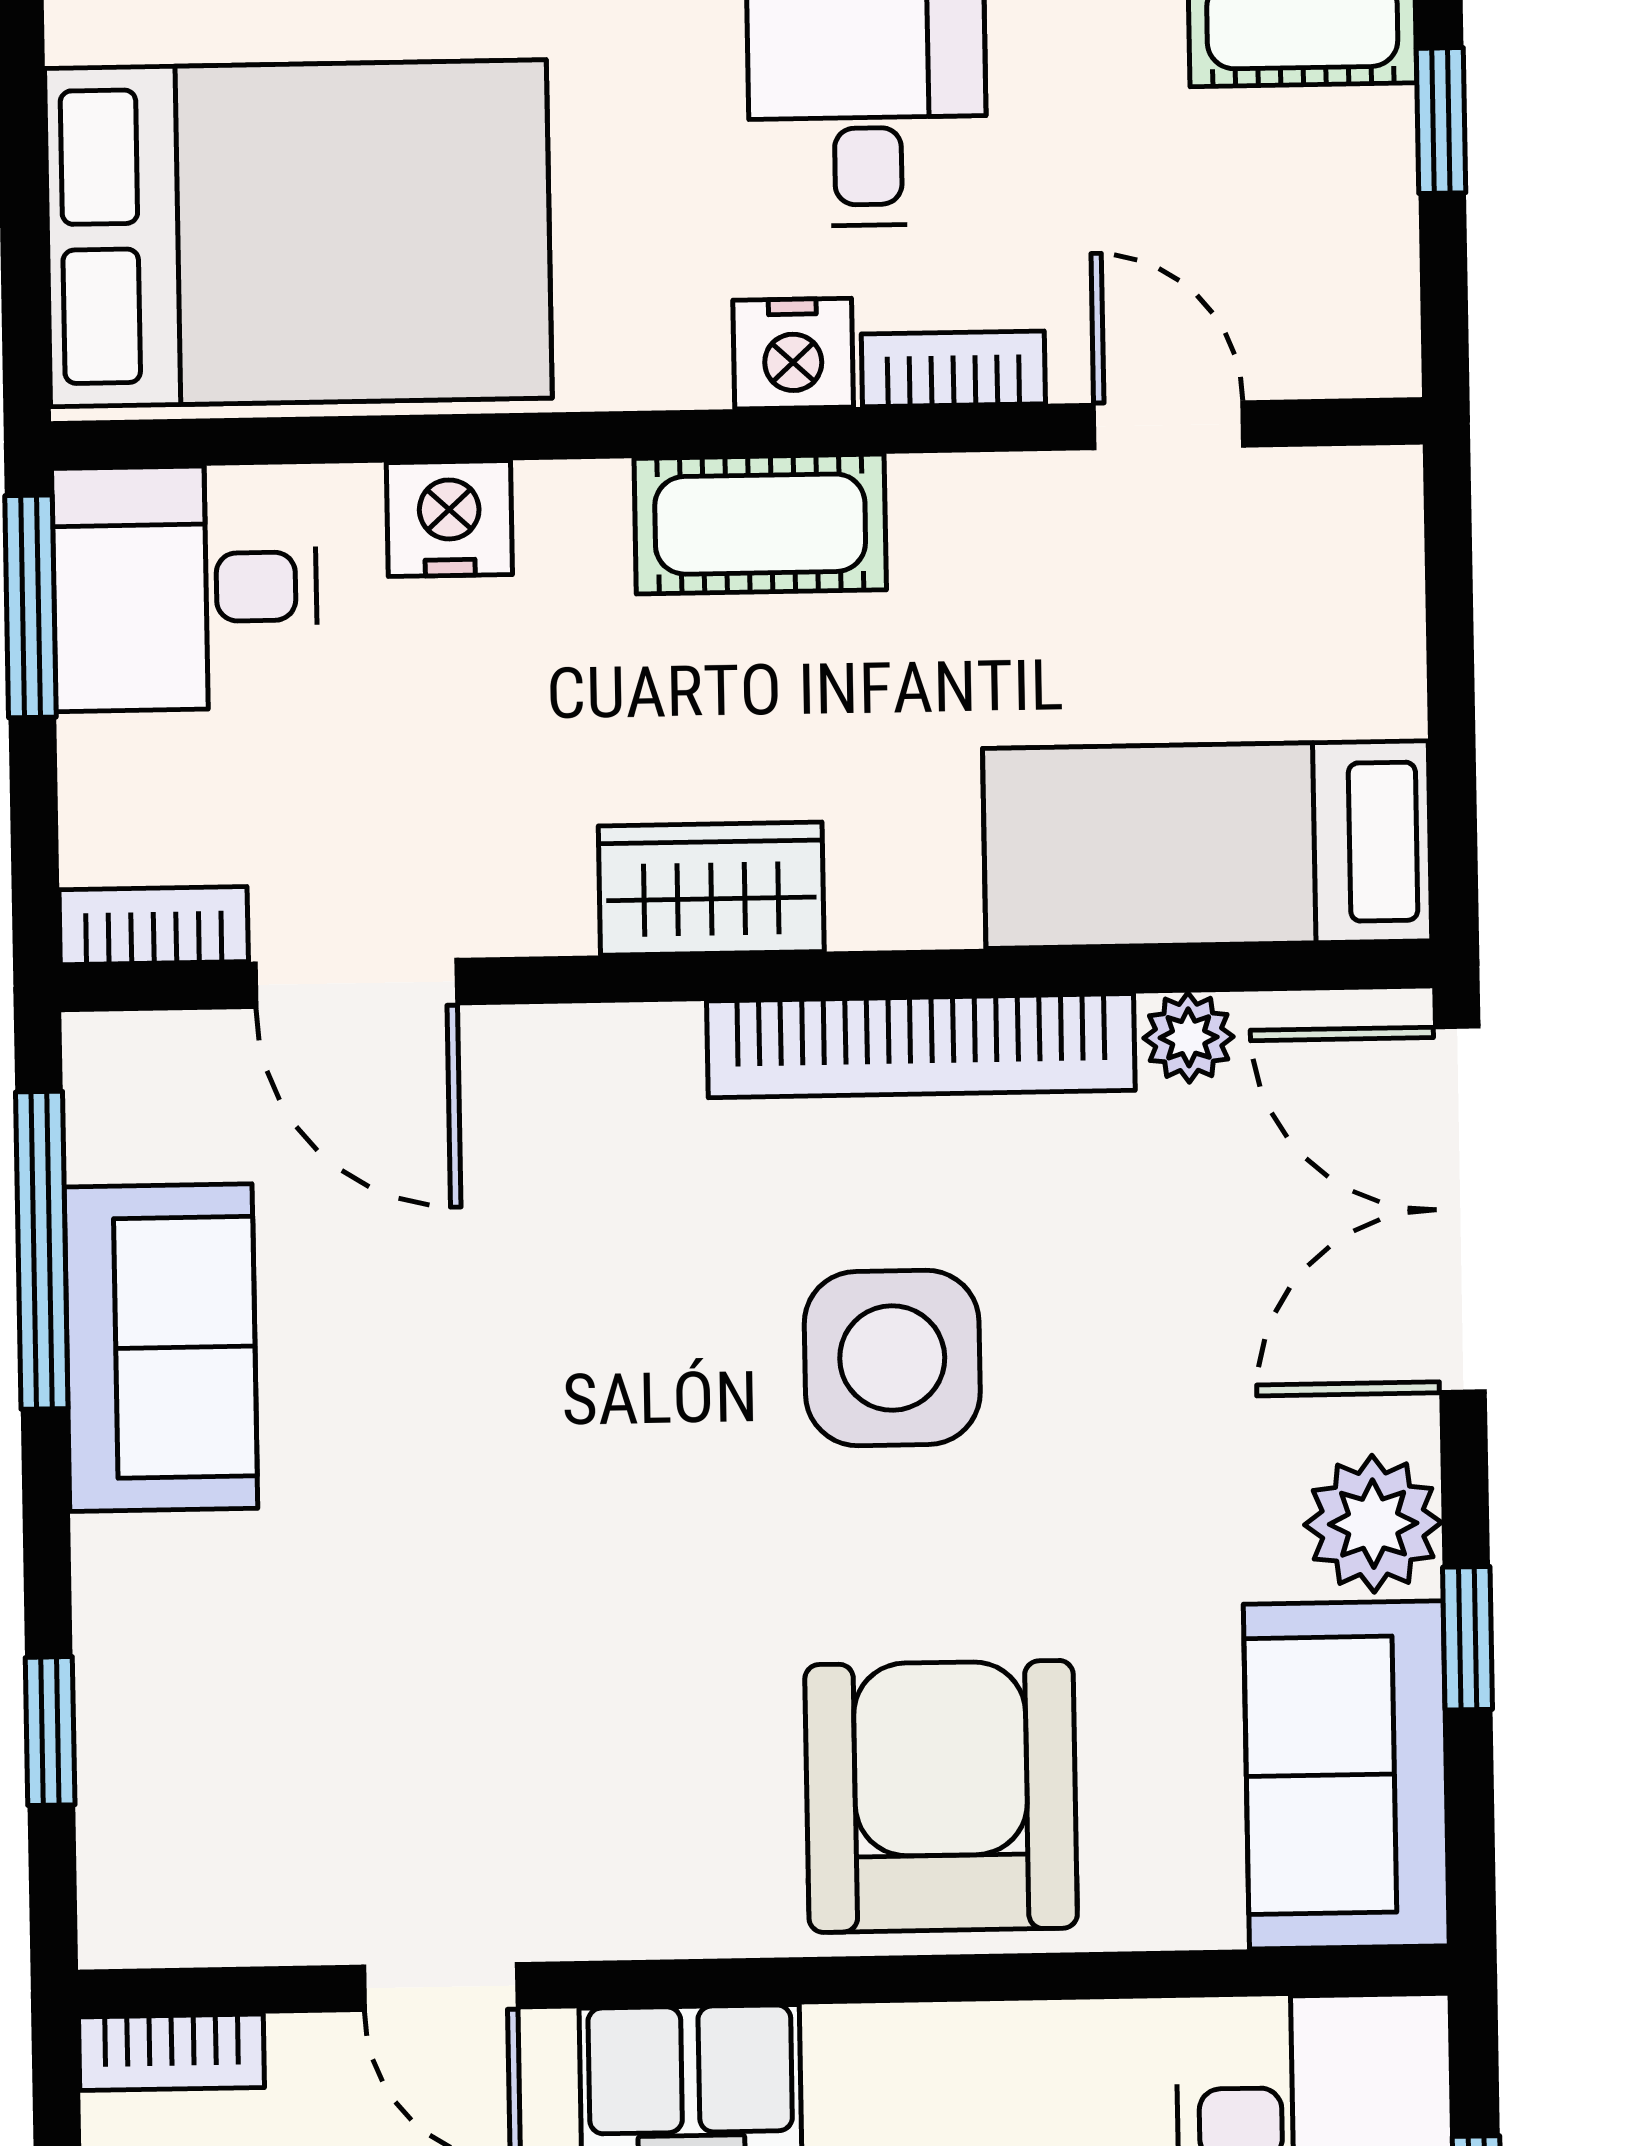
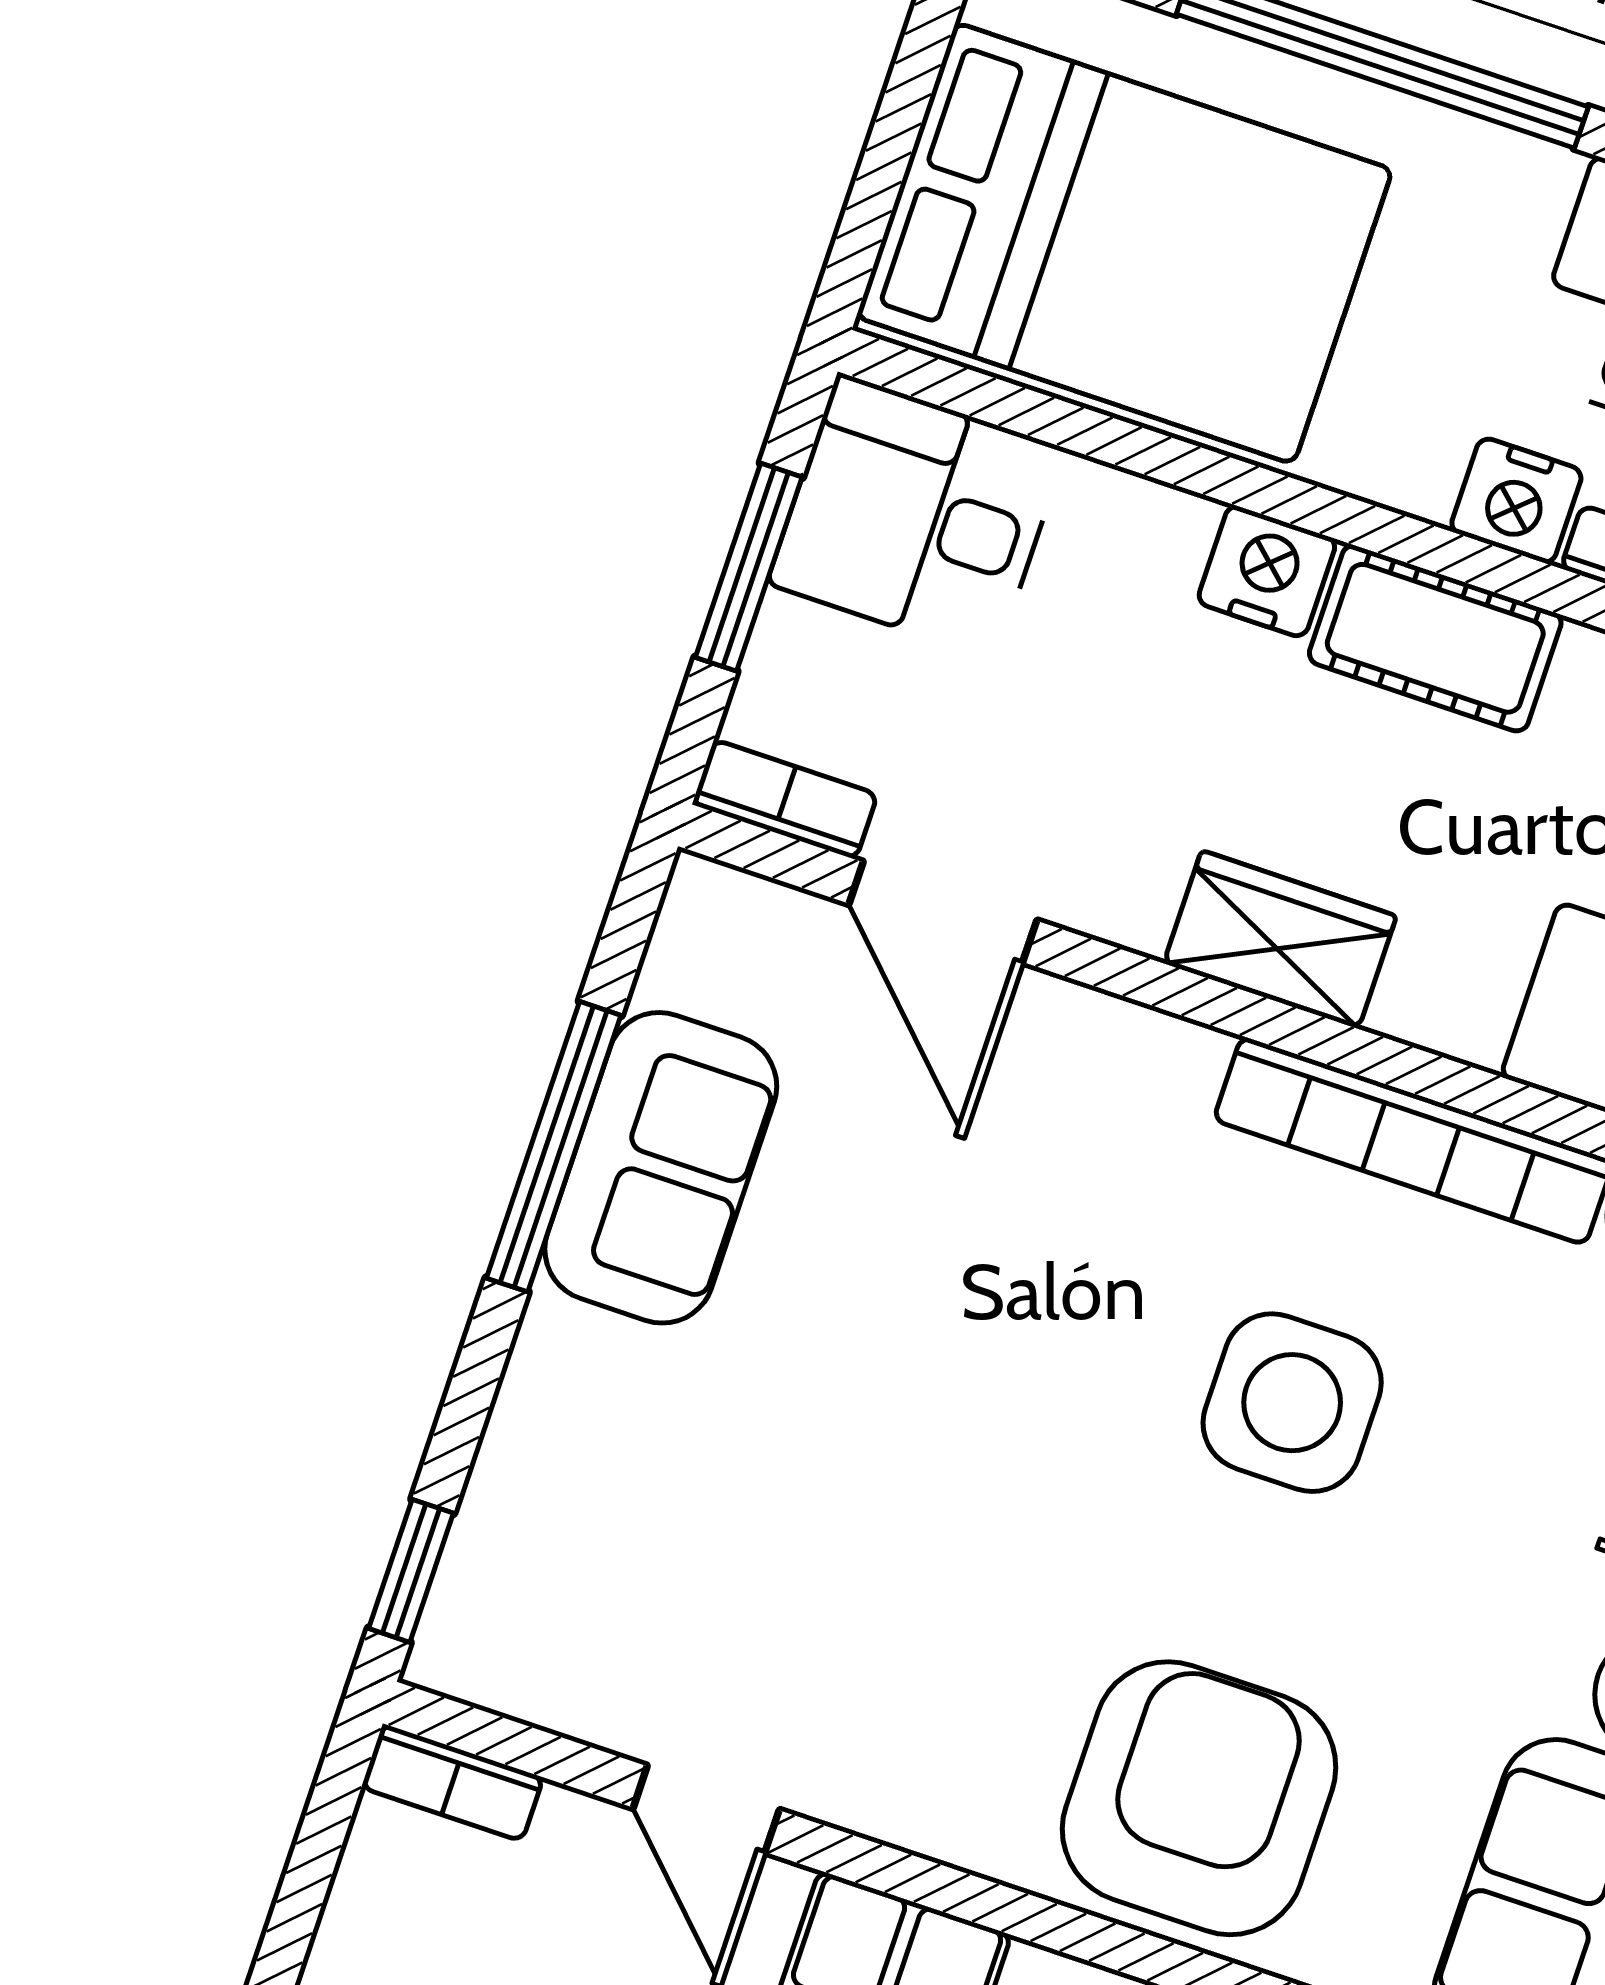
nightstand: (449, 519) -> (1267, 571), moved
window: (30, 606) -> (749, 567), moved
window: (42, 1250) -> (554, 1147), moved
window: (50, 1731) -> (411, 1571), moved

